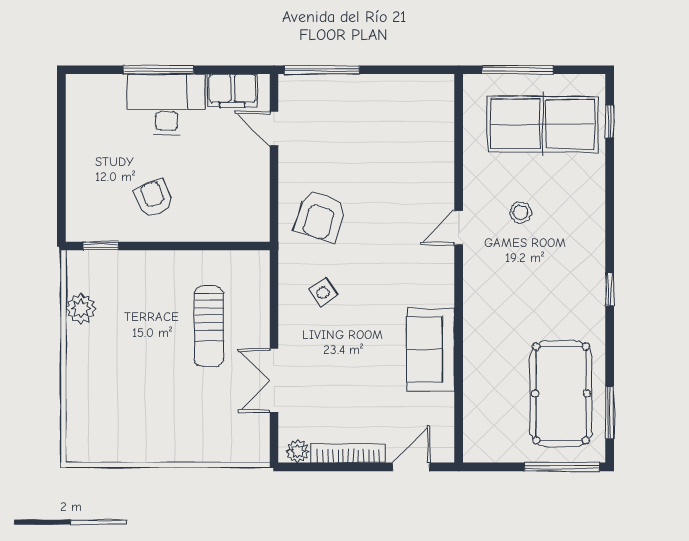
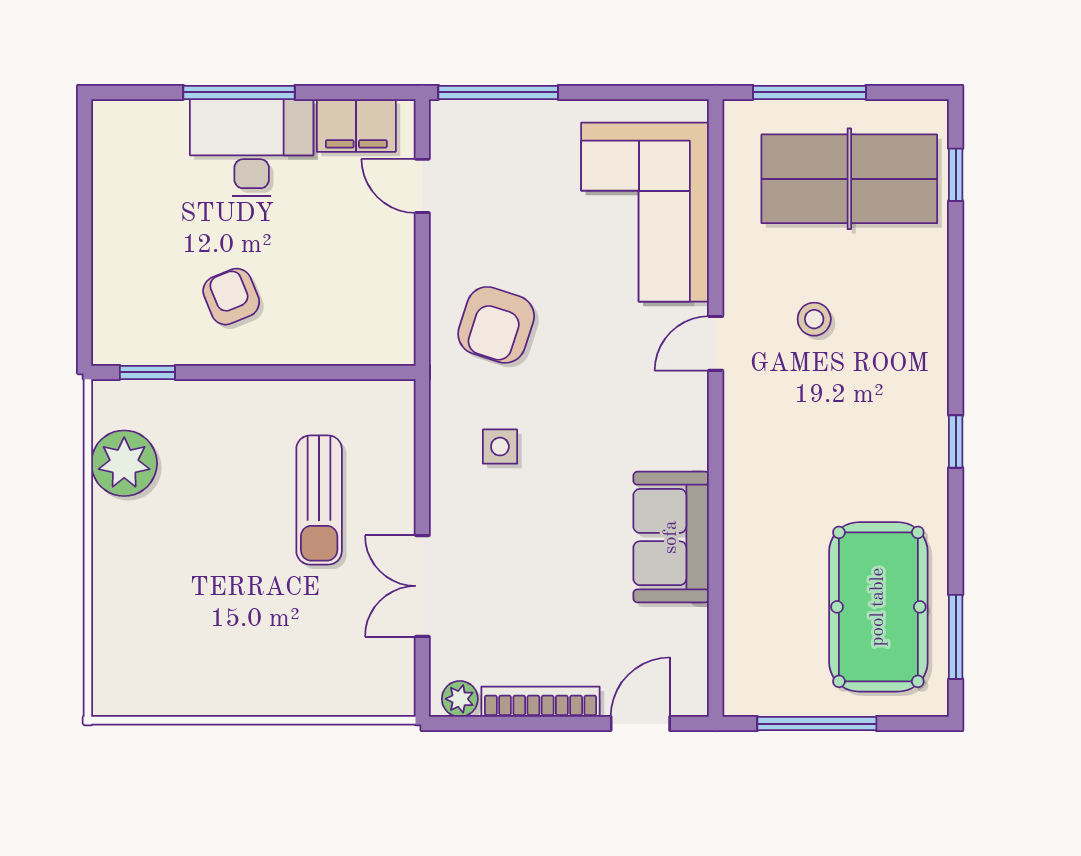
corner sofa: (414, 145) -> (645, 212), added
side table: (323, 293) -> (500, 447), turned 35
plant: (81, 309) -> (124, 463), width x1.36, depth x1.36
window: (562, 467) -> (817, 724), moved

